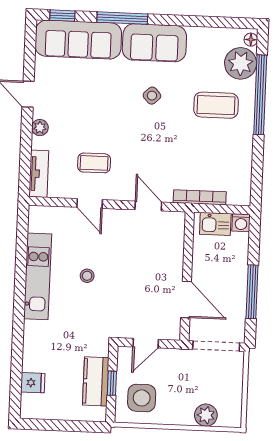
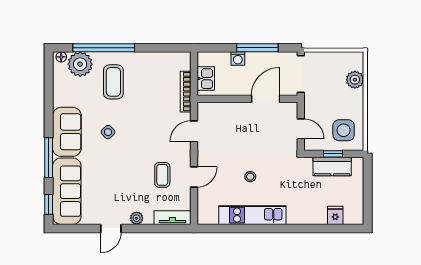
washing machine: (241, 223) -> (238, 59), moved, turned 90

